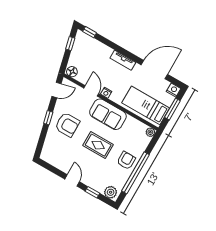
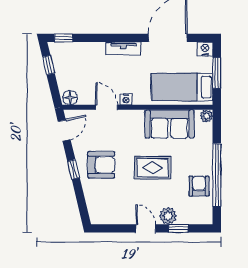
sofa: (108, 114) -> (170, 124), moved
armchair: (126, 160) -> (199, 186), moved
plant: (111, 192) -> (168, 216), moved

